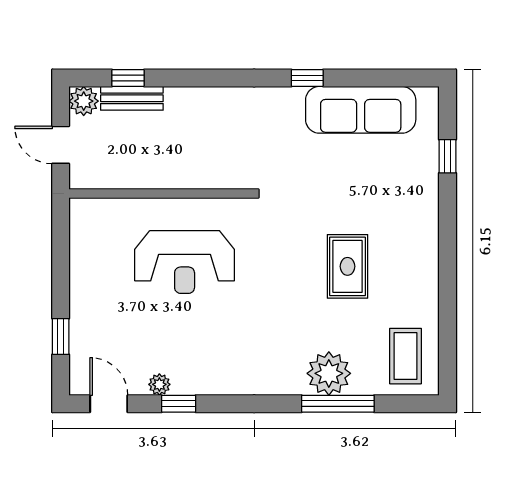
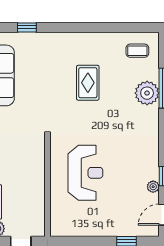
rug: (347, 266) -> (88, 83), turned 90
coffee table: (405, 356) -> (137, 51), width x0.73, depth x0.77

